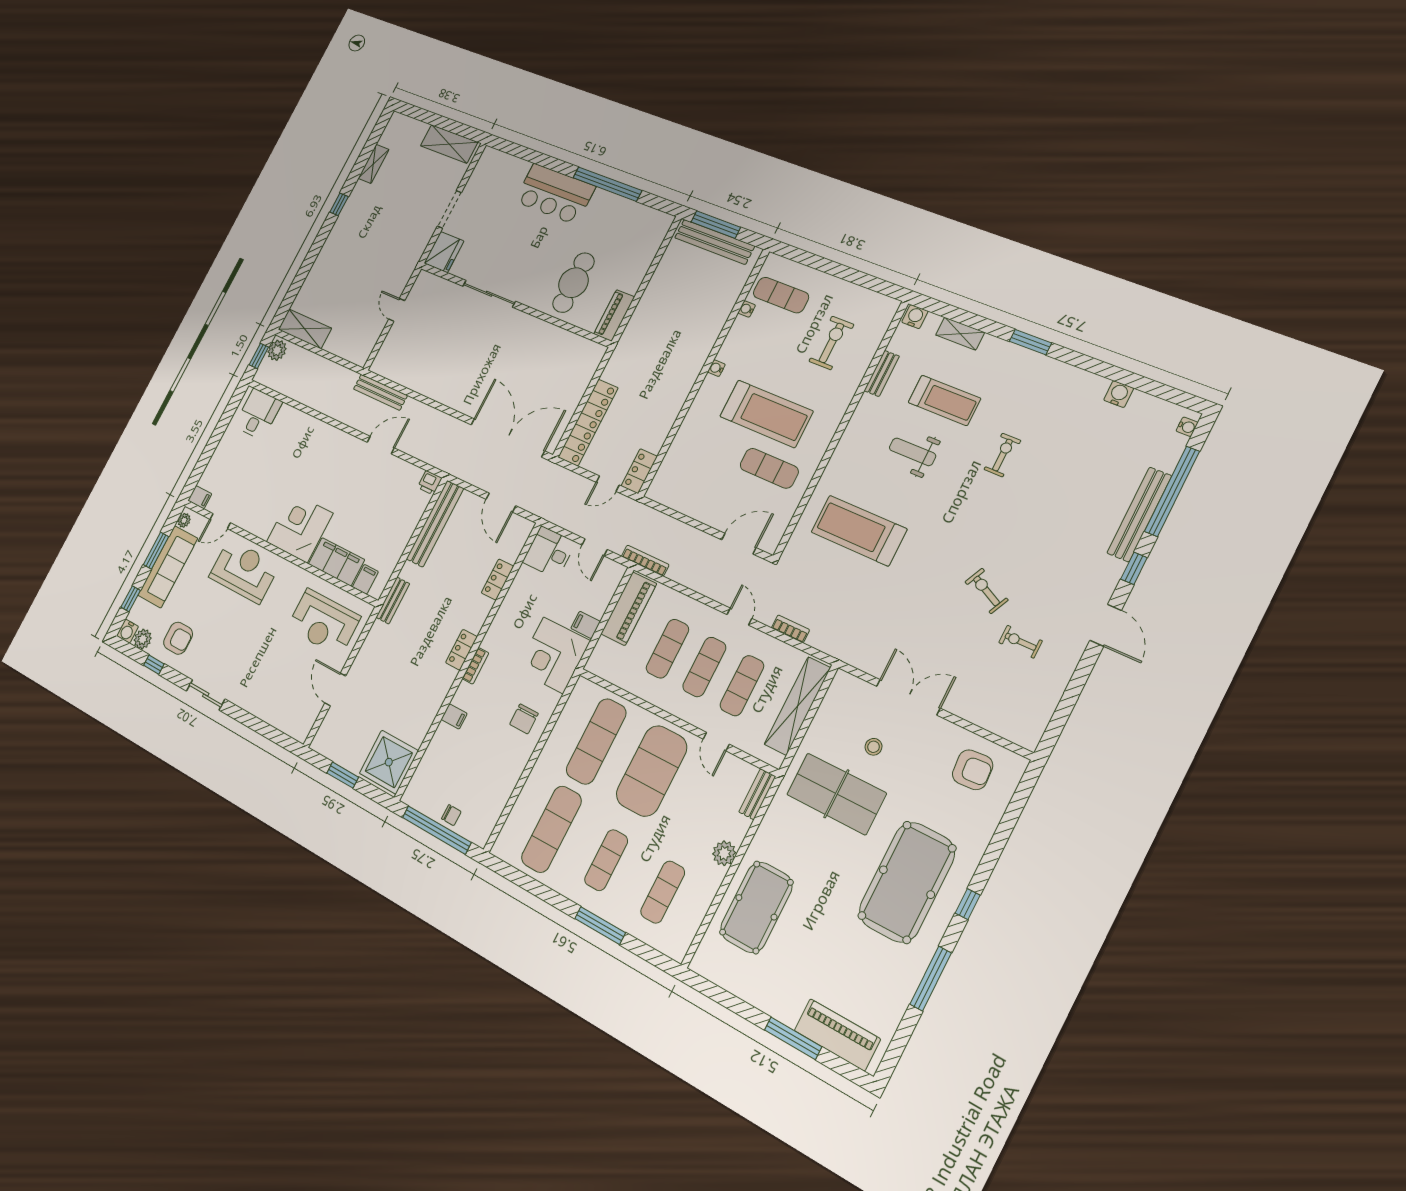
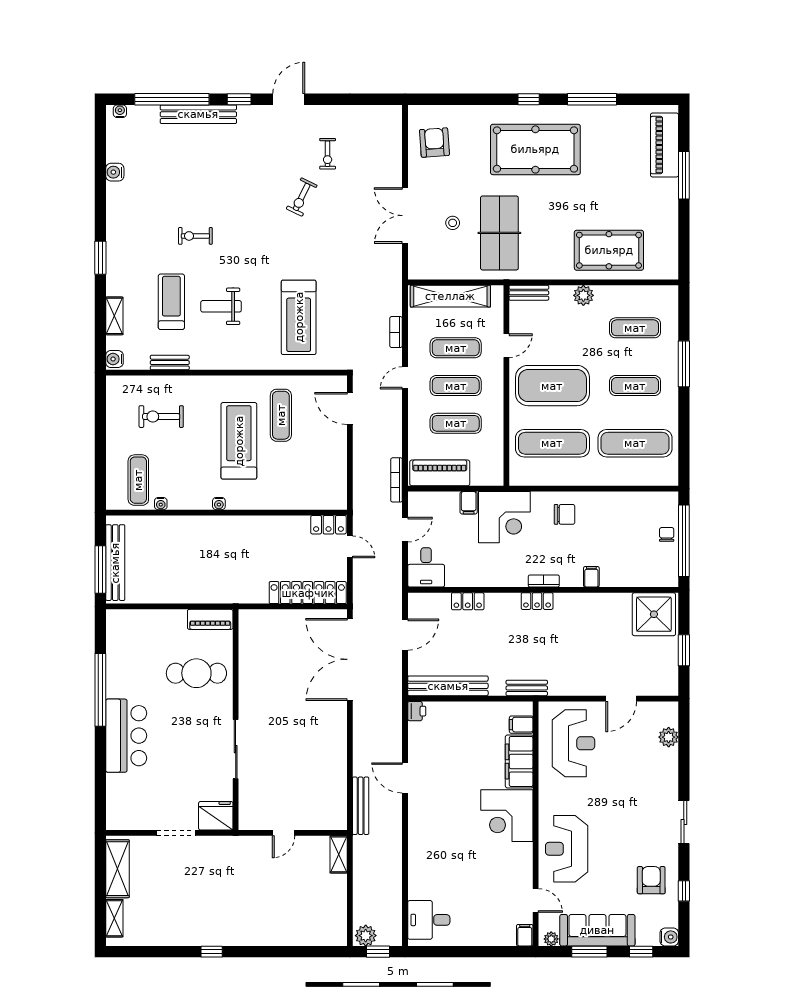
shelving: (373, 164) -> (114, 918), moved, turned 90
shelving: (305, 329) -> (339, 854), moved, width x0.67, depth x0.75
weight bench: (913, 452) -> (221, 306), turned 90
plant: (143, 639) -> (669, 737), moved

